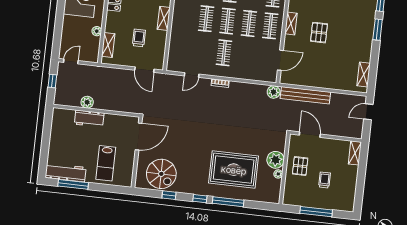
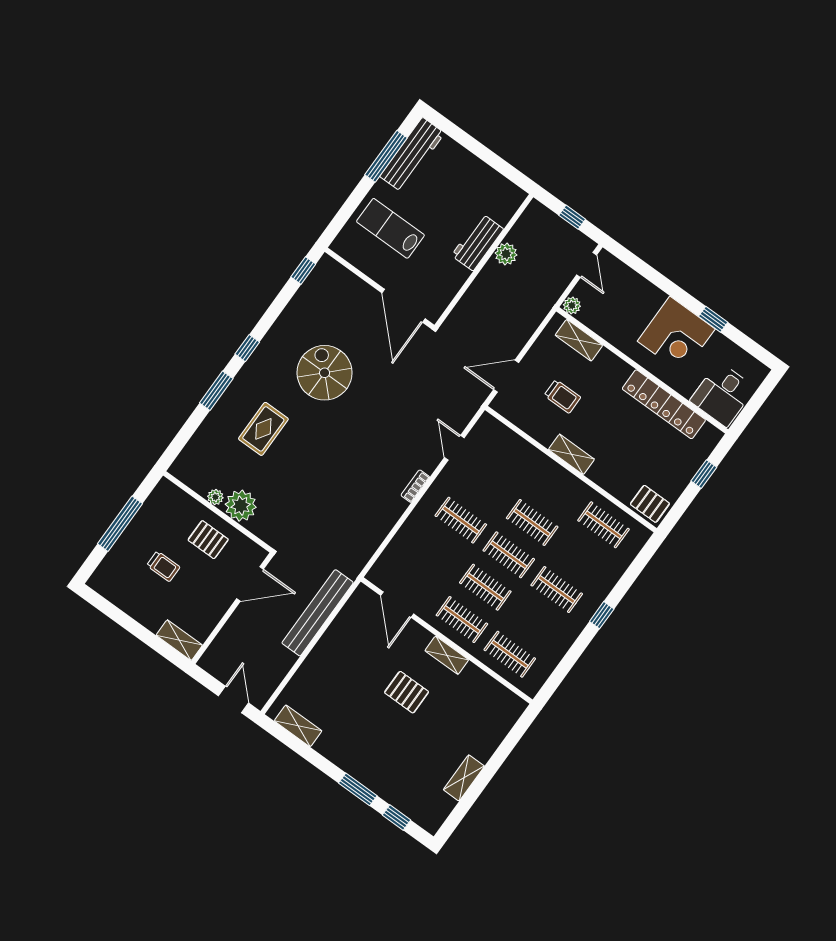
plant: (97, 31) -> (572, 306), moved
plant: (274, 92) -> (352, 564), removed
rug: (234, 170) -> (263, 429), width x0.54, depth x0.49
spiral stairs: (161, 174) -> (325, 373), moved, turned 90
window: (169, 195) -> (303, 271), moved
window: (228, 202) -> (216, 391), width x0.69

